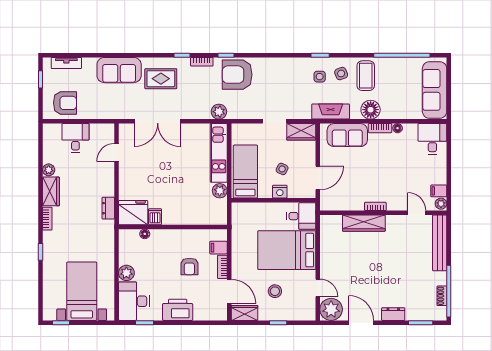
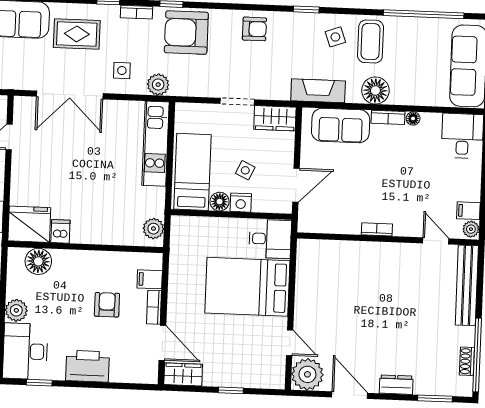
armchair: (284, 70) -> (254, 29), added
side table: (320, 77) -> (122, 71), moved
plant: (220, 191) -> (153, 229), moved
floor lamp: (265, 191) -> (220, 202), added
wardrobe: (364, 223) -> (359, 253), removed
floor lamp: (145, 234) -> (38, 261), width x1.89, depth x1.89
armchair: (189, 267) -> (107, 305), turned 180
stool: (275, 291) -> (228, 345), removed

